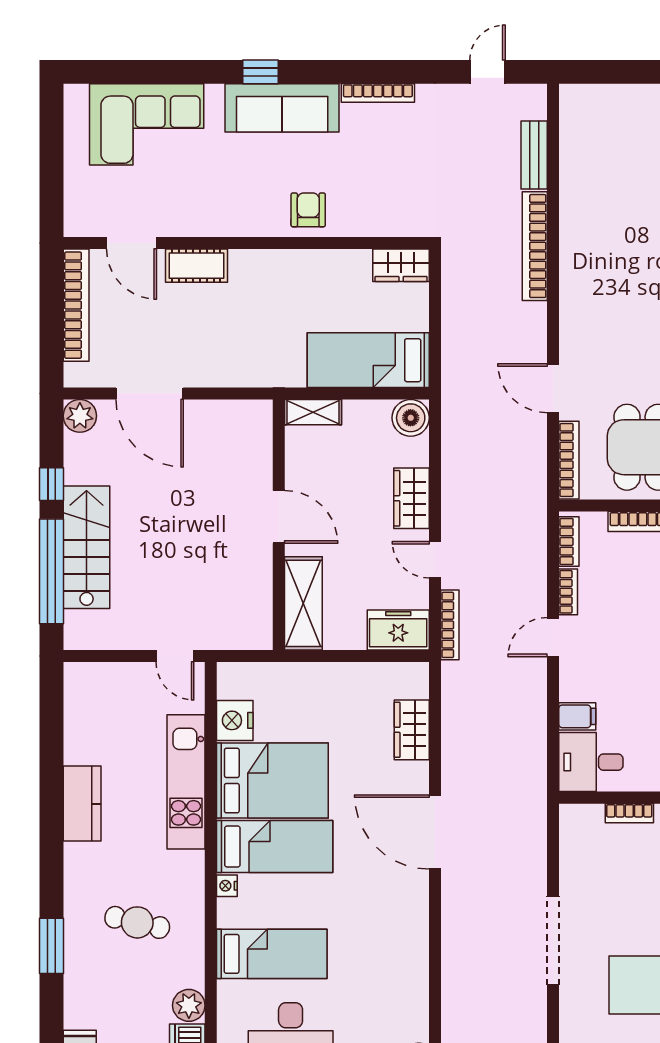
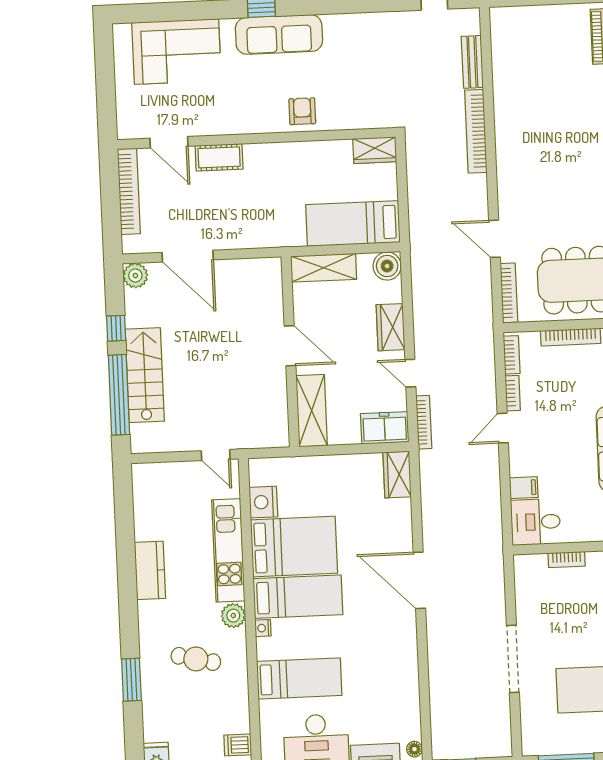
bookcase: (378, 93) -> (351, 20), removed
shelving: (313, 412) -> (324, 268), width x1.50, depth x1.33
wardrobe: (412, 730) -> (397, 475), moved
plant: (189, 1005) -> (233, 616), moved

